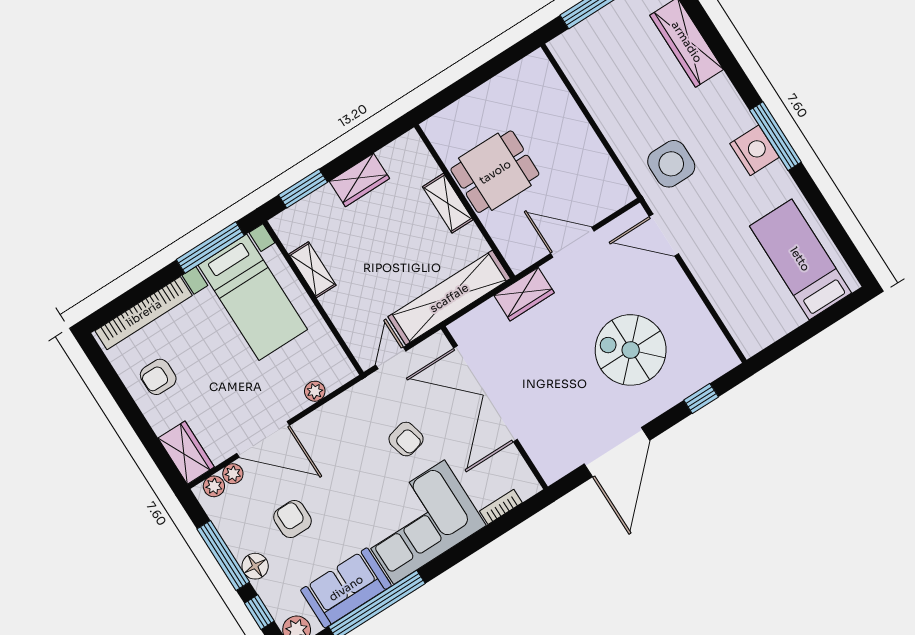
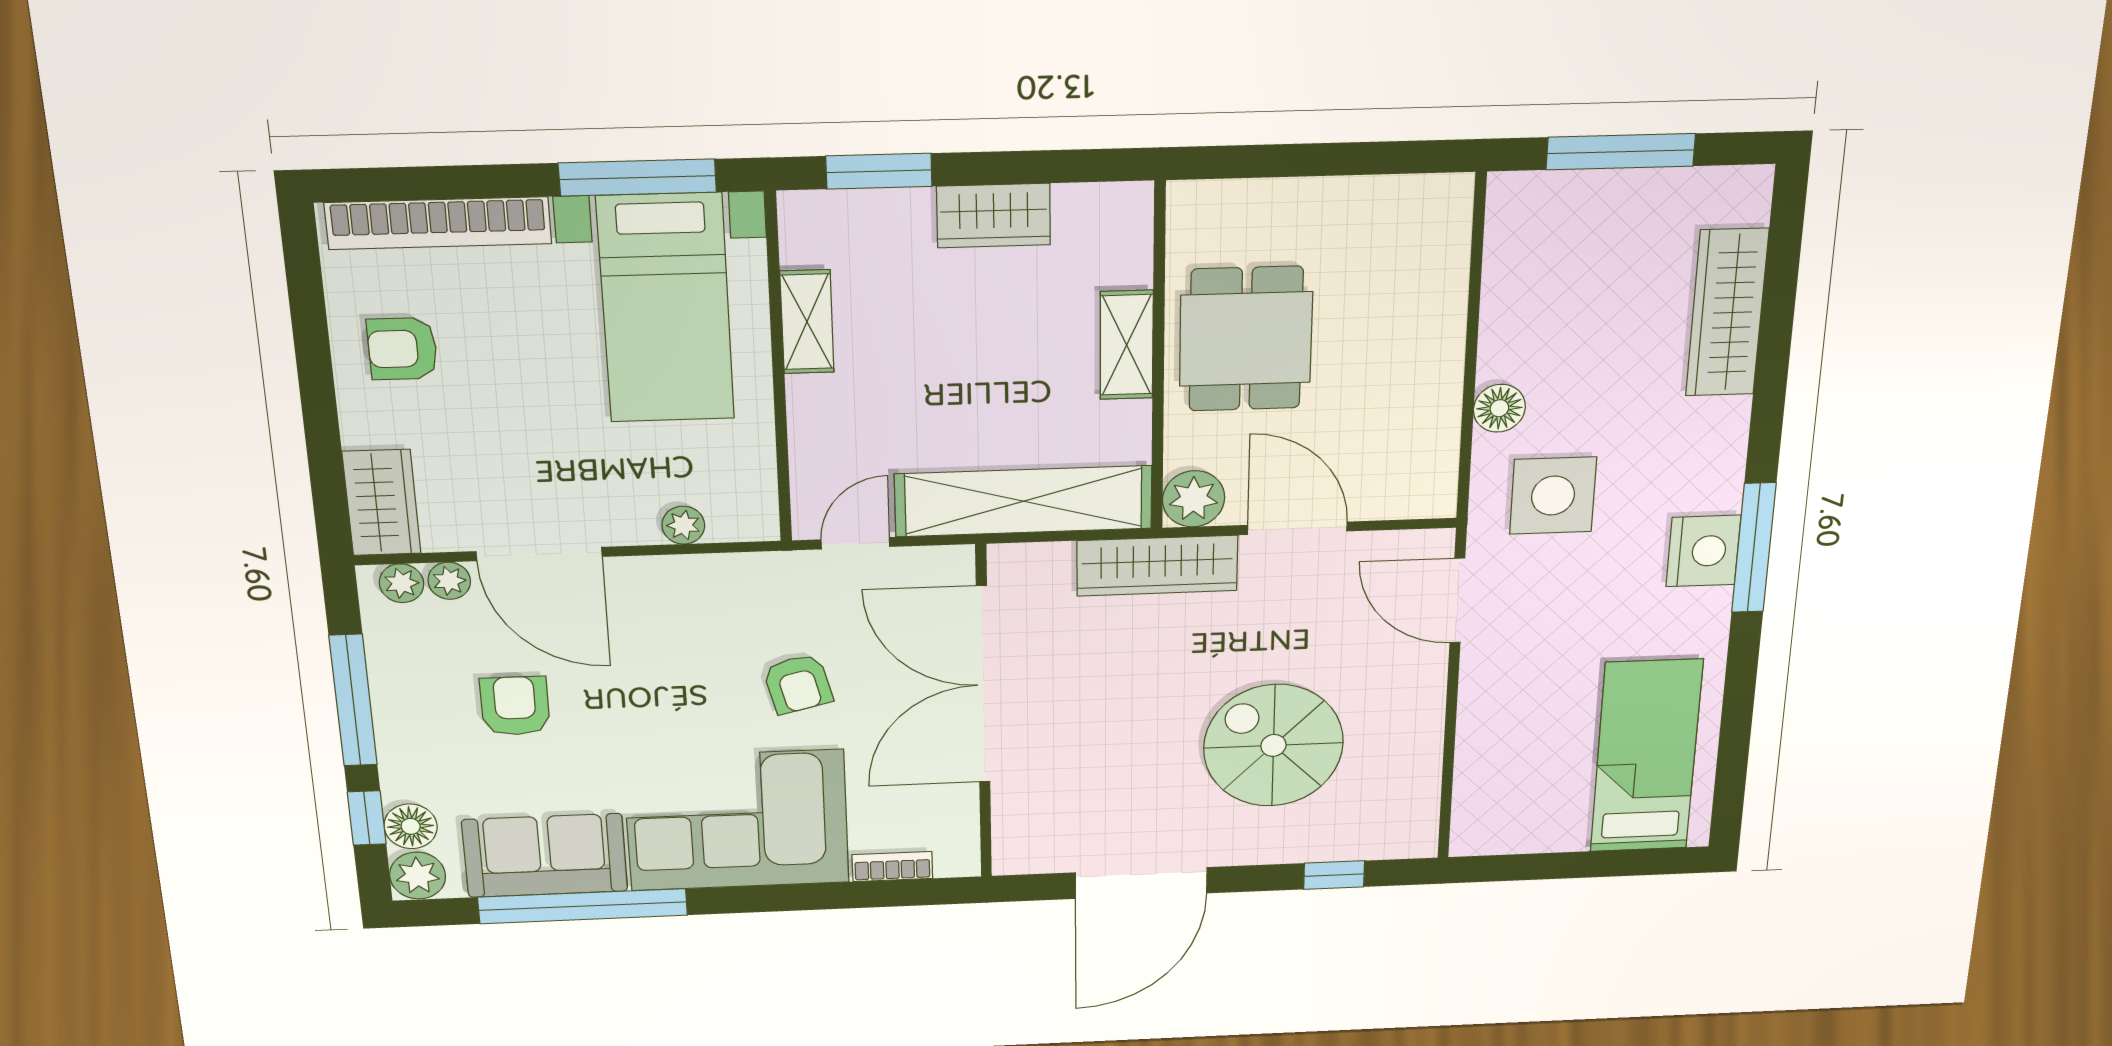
floor lamp: (621, 139) -> (1499, 408), added
dining table: (495, 172) -> (1246, 339), turned 90
plant: (520, 255) -> (1194, 499), added
wardrobe: (524, 294) -> (1157, 566), width x1.50
floor lamp: (255, 566) -> (411, 826), moved

